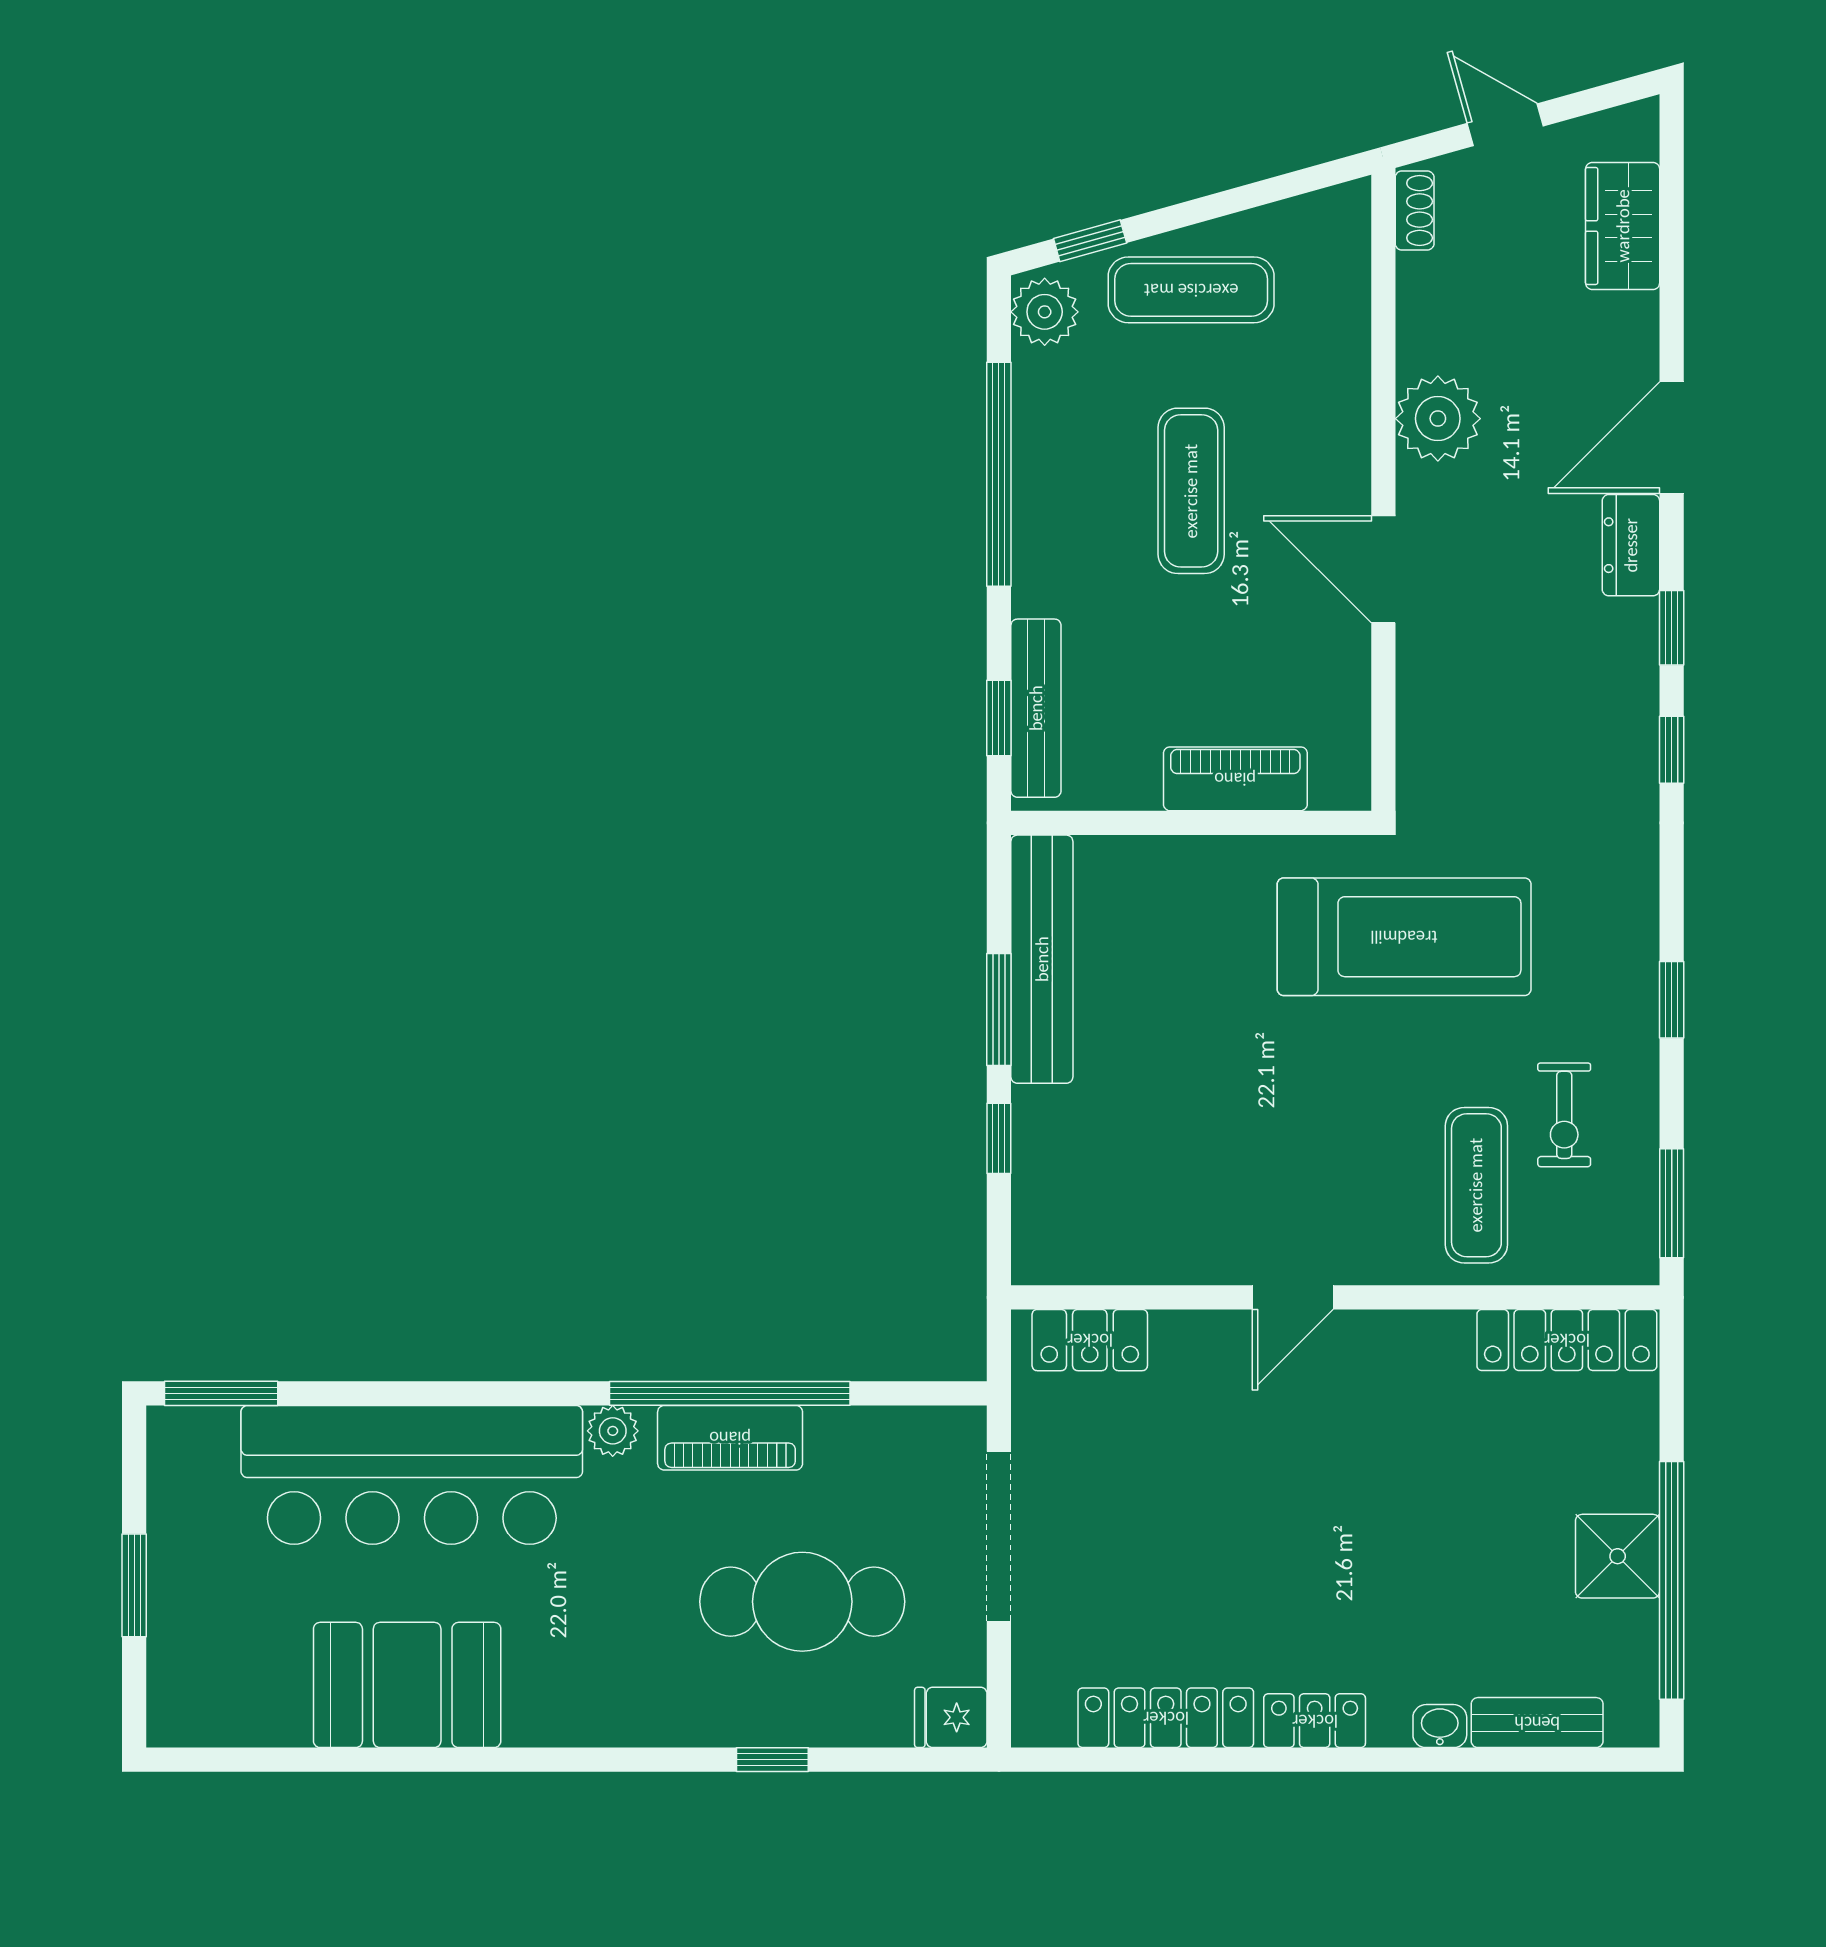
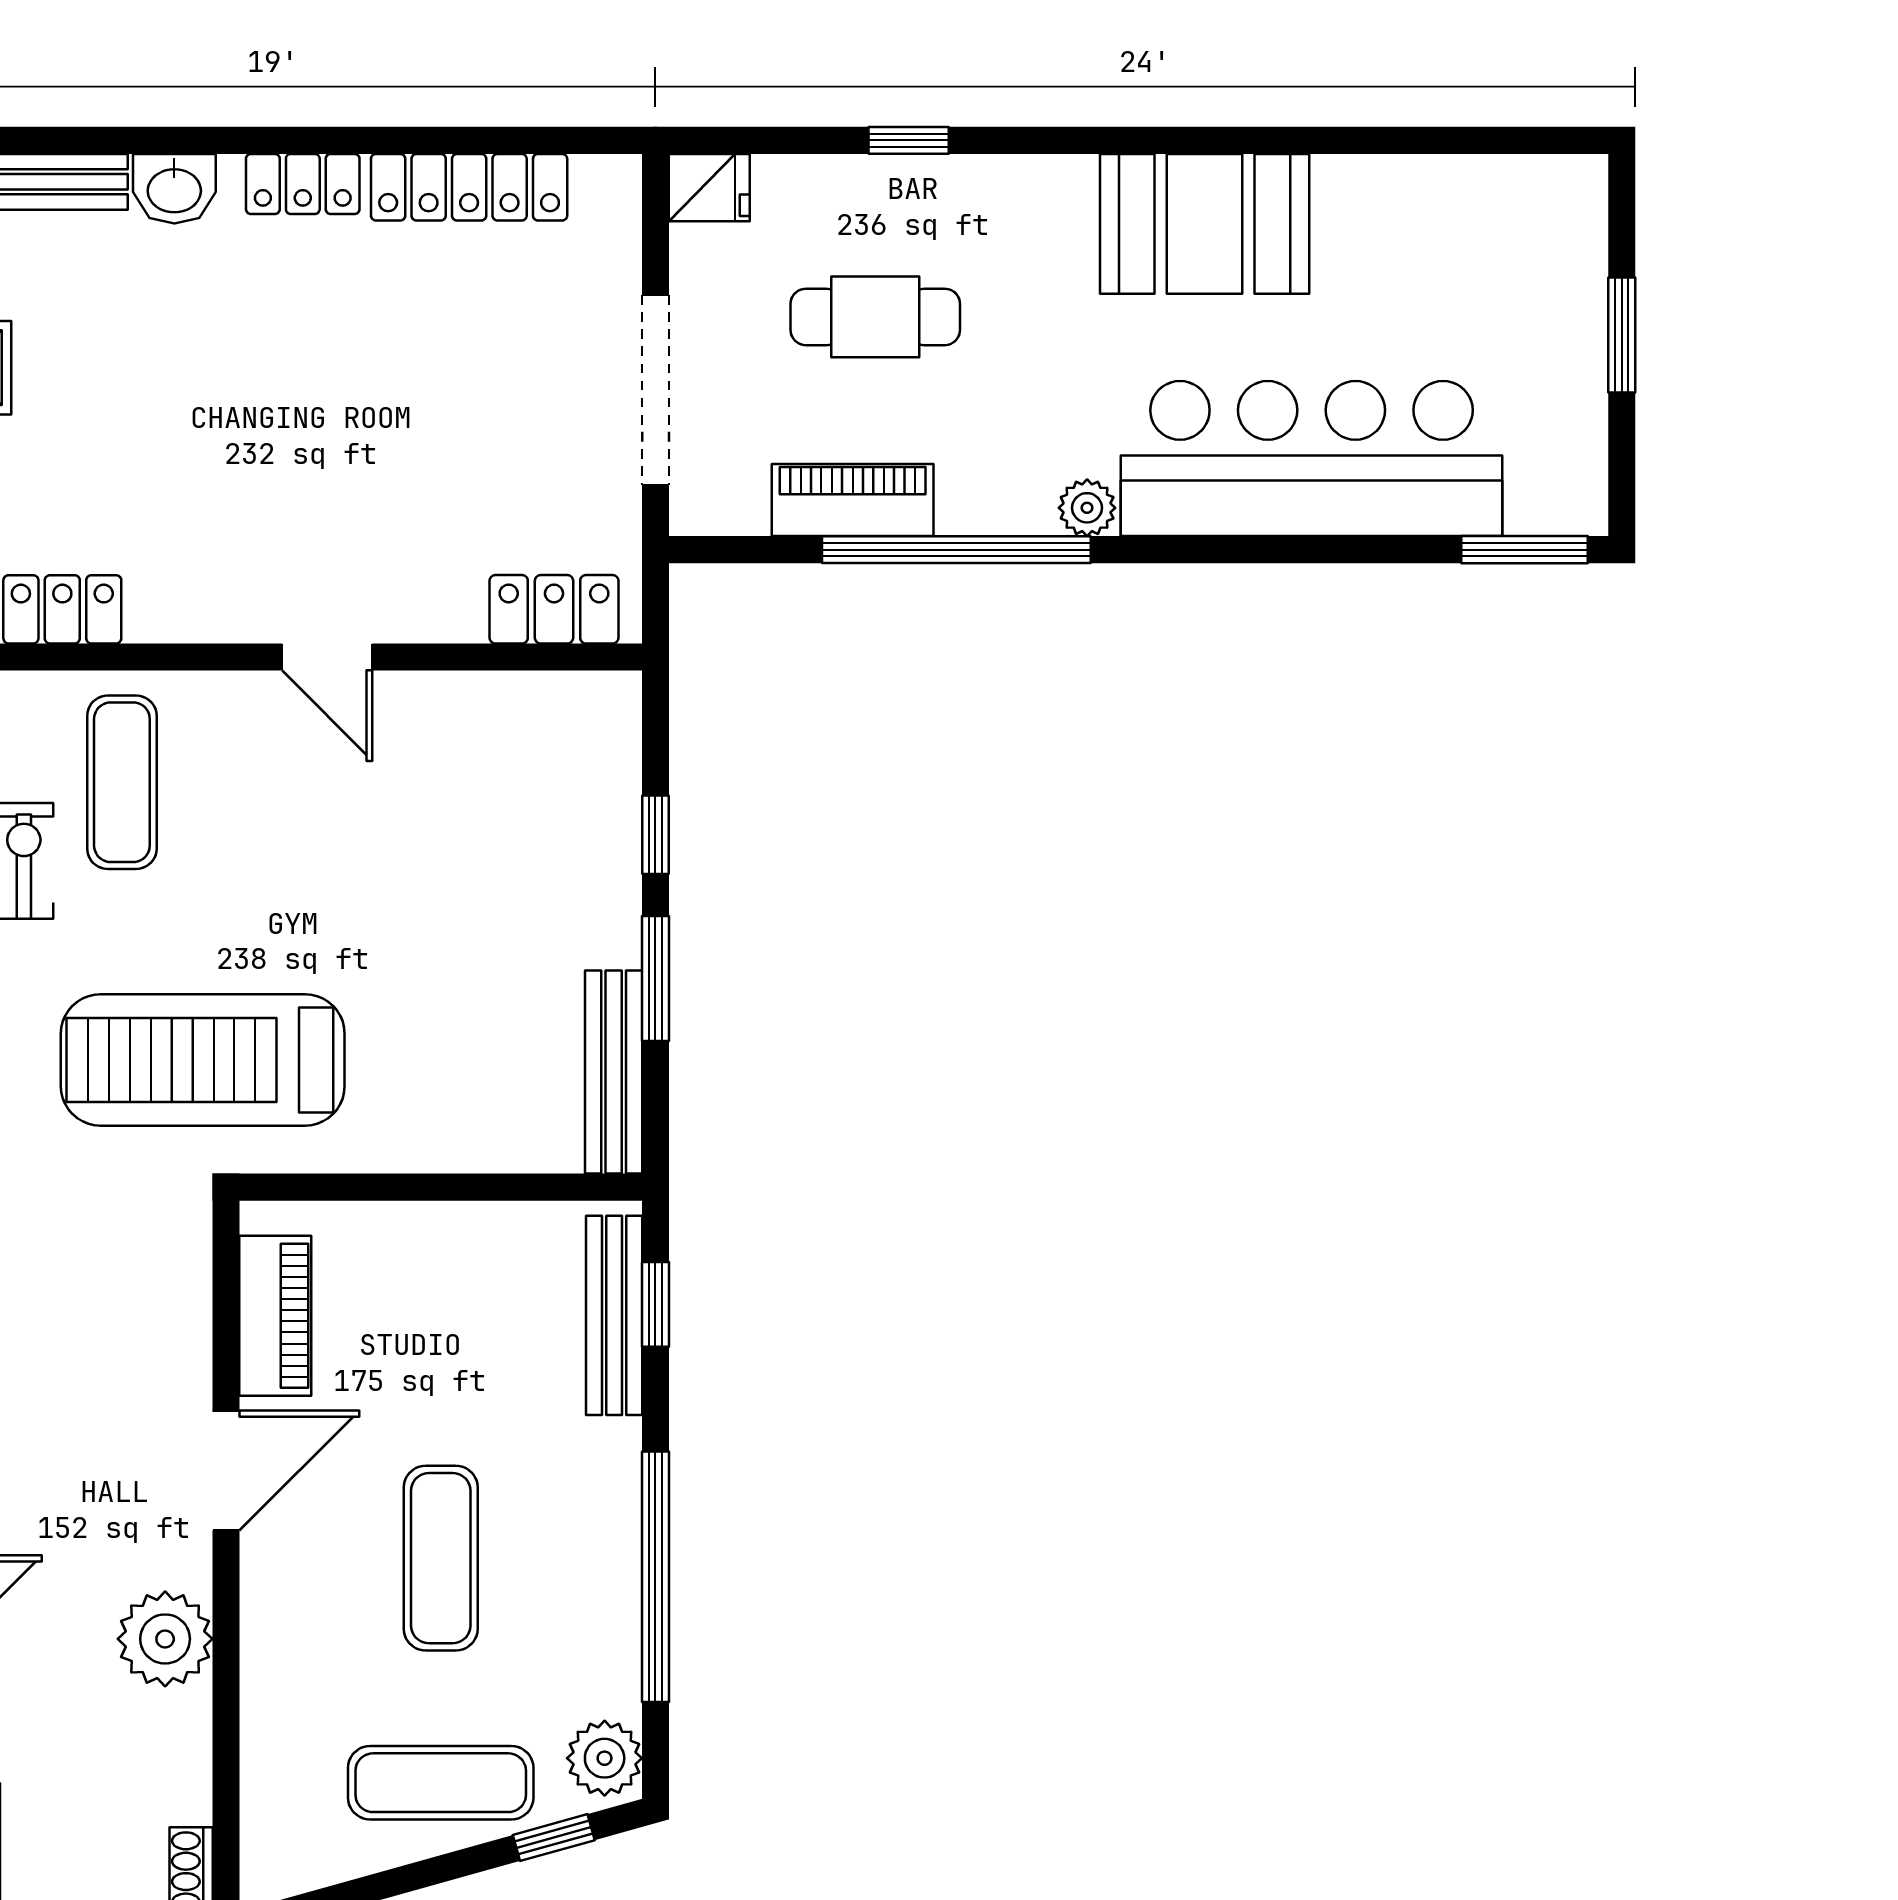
door: (1383, 569) -> (226, 1471), hinge flipped
piano: (1235, 779) -> (275, 1316), moved, turned -90
bench: (1042, 959) -> (614, 1072), width x0.73, depth x0.82
door: (1293, 1297) -> (327, 657), swing flipped
piano: (730, 1438) -> (853, 500), moved
cafe table: (802, 1602) -> (875, 317), width x0.73, depth x0.74
booth: (407, 1685) -> (1205, 224), moved
washbasin: (1440, 1726) -> (174, 189), width x1.38, depth x1.45

